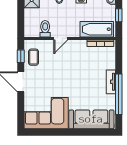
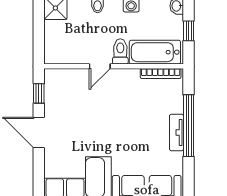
toilet: (45, 29) -> (120, 51), moved
coffee table: (34, 57) -> (58, 95), removed
window: (119, 94) -> (189, 126), moved

